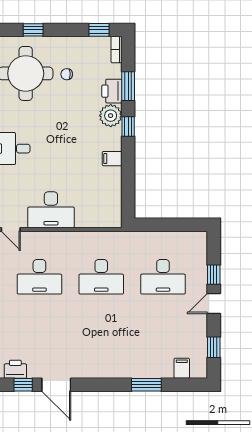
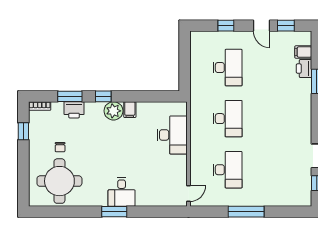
window: (33, 30) -> (23, 175), removed
window: (99, 30) -> (23, 131), moved
plant: (111, 116) -> (114, 111), moved
desk: (51, 210) -> (172, 135), moved
door: (214, 304) -> (262, 26), moved
printer: (15, 369) -> (304, 69), moved

